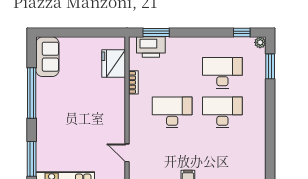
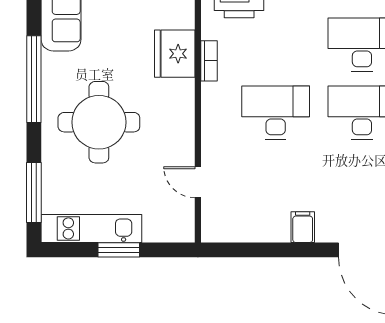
fridge: (114, 63) -> (175, 54), moved
round table: (69, 118) -> (99, 122), added

